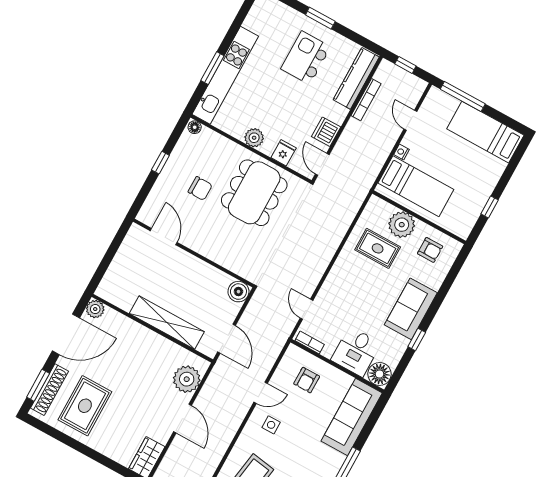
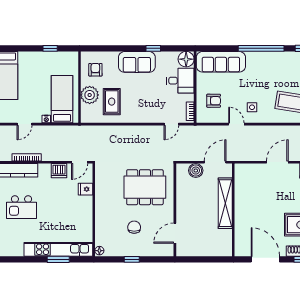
plant: (254, 138) -> (86, 212), removed
dining table: (254, 193) -> (145, 187), moved
boiler: (238, 292) -> (196, 171), moved
plant: (95, 309) -> (241, 250), removed
plant: (187, 379) -> (252, 173), removed

